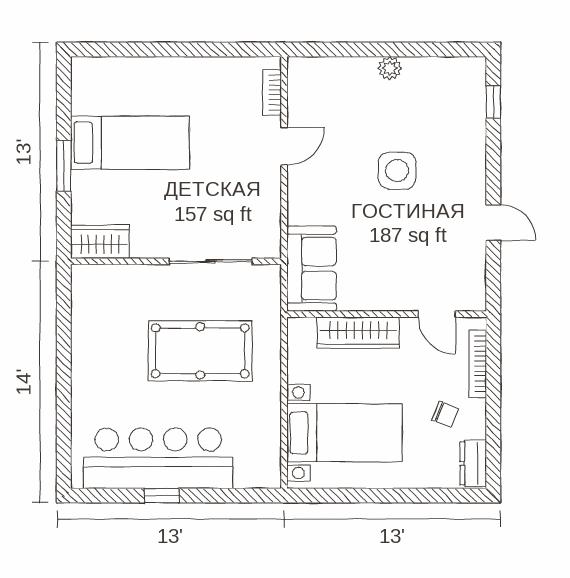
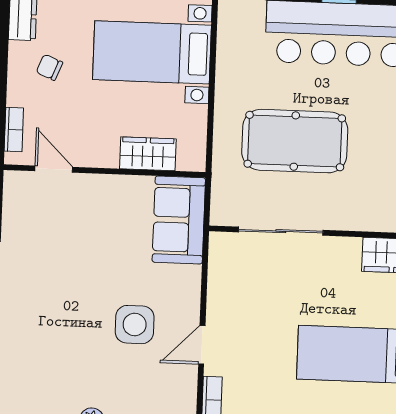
side table: (397, 171) -> (135, 325), moved
wardrobe: (358, 333) -> (148, 154), width x0.67
bookcase: (478, 364) -> (14, 130), width x0.64

